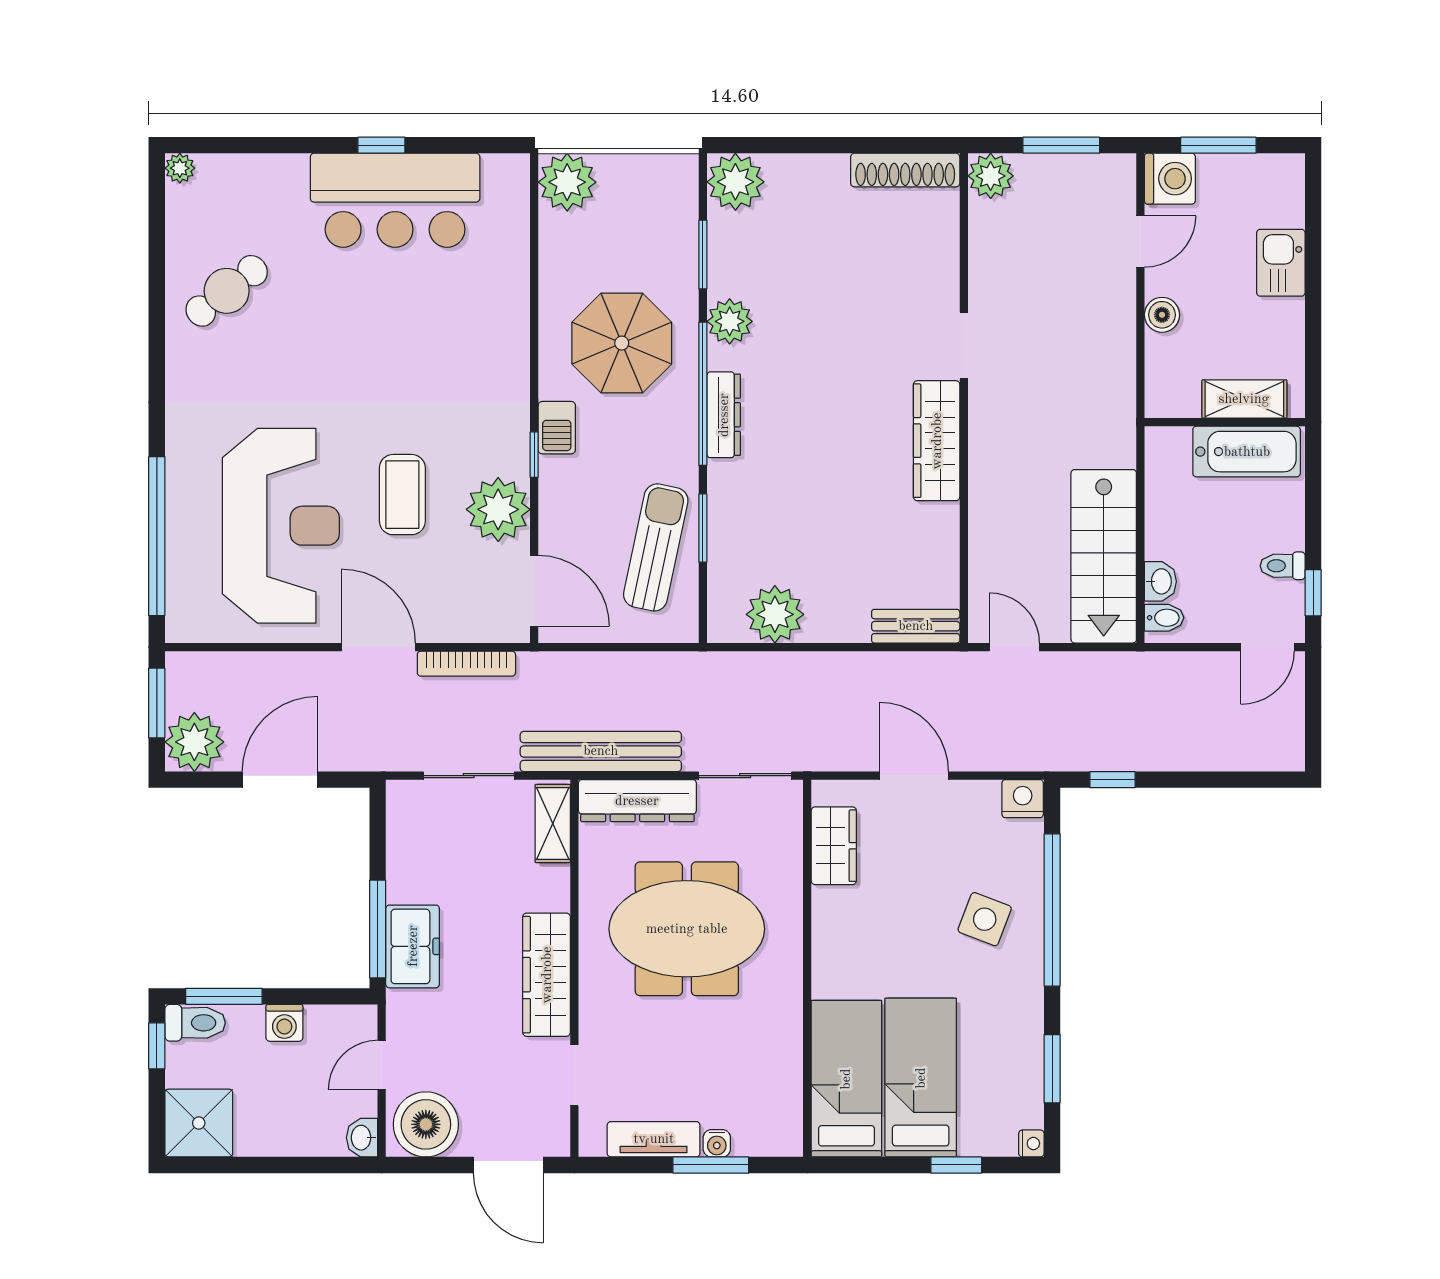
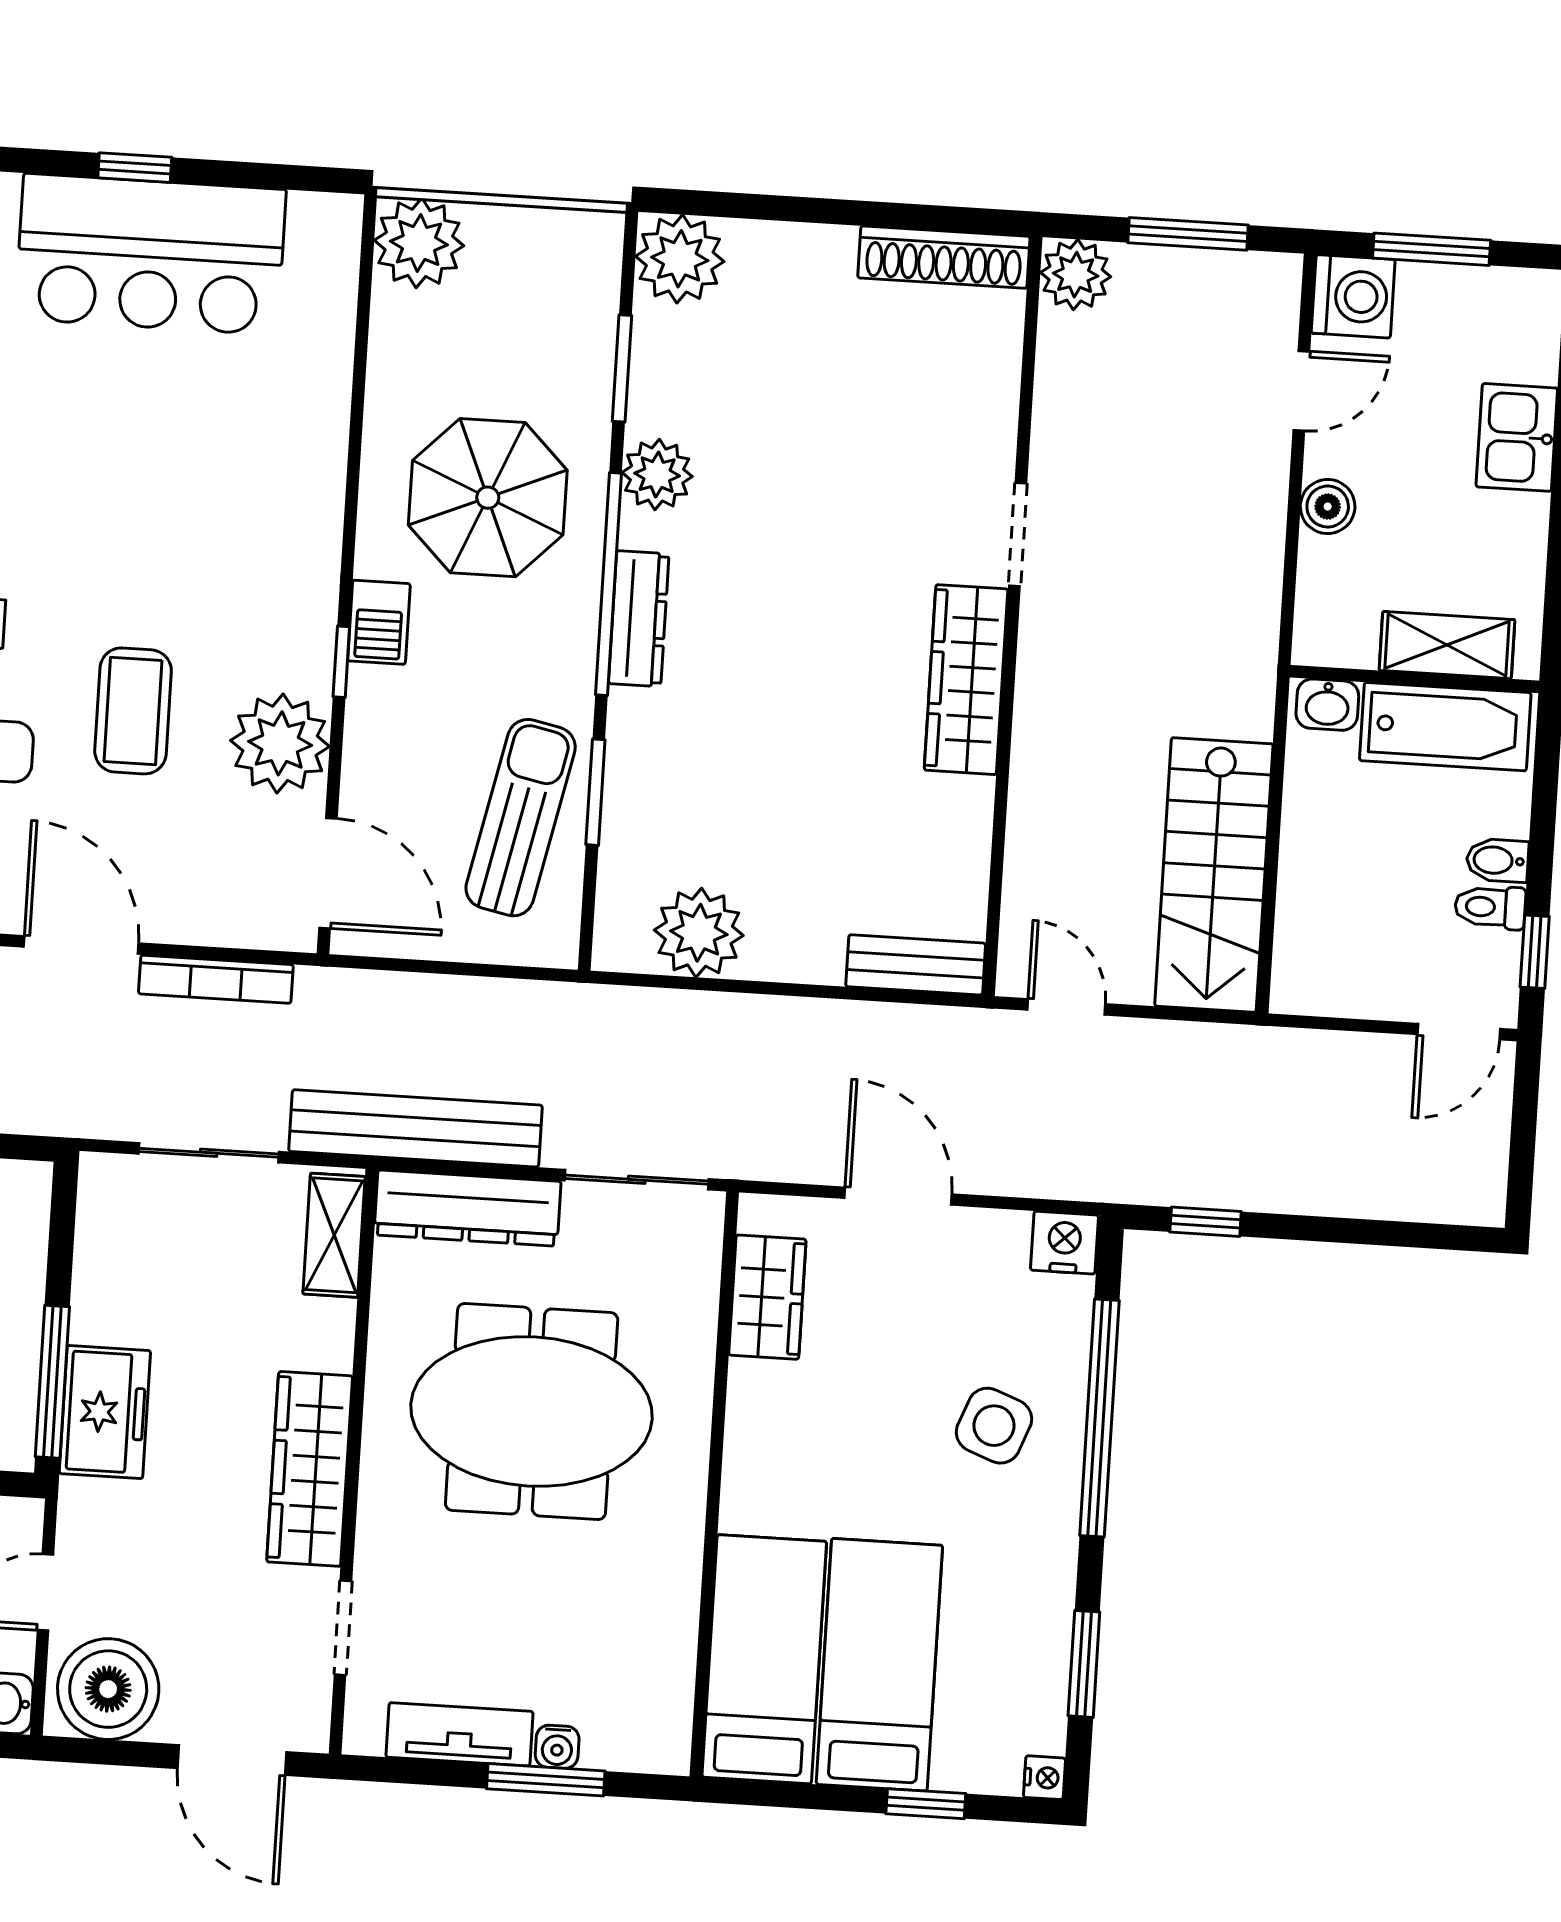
washbasin: (1160, 581) -> (1327, 705), moved, turned 90
bidet: (1164, 618) -> (1497, 860), moved, turned 180

